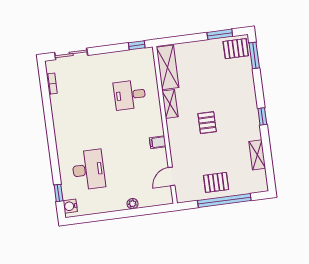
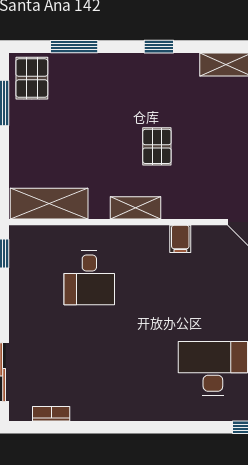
window: (254, 55) -> (74, 47), moved
shelving: (170, 104) -> (135, 208), moved
pallet: (207, 123) -> (157, 146), turned 90

